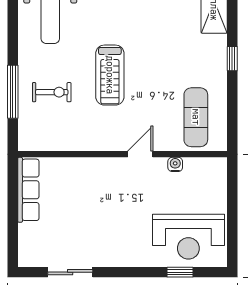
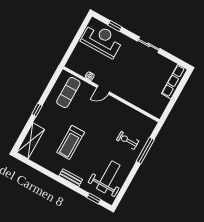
treadmill: (110, 75) -> (71, 142), moved, turned 180
row of seats: (28, 190) -> (174, 82), moved
sliding door: (70, 272) -> (149, 45), moved

